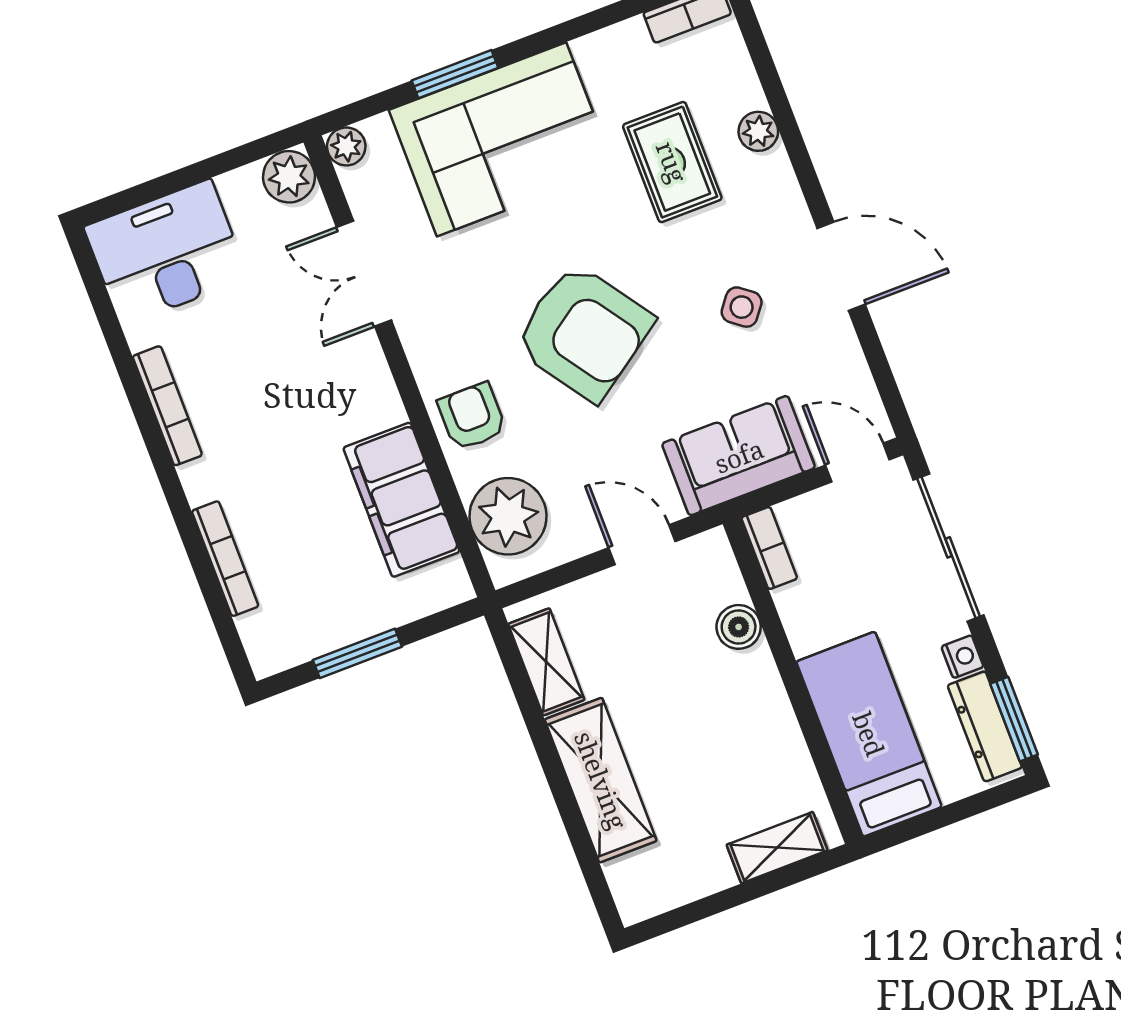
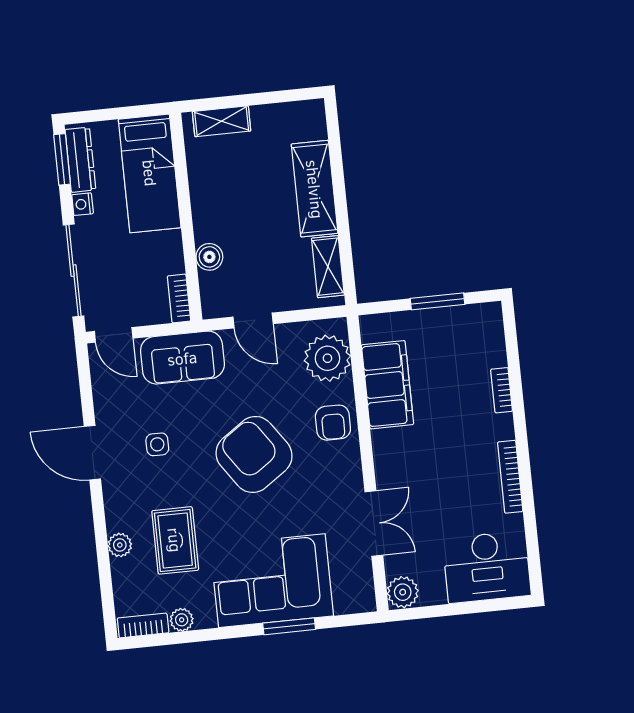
plant: (346, 146) -> (182, 620), moved
side table: (742, 307) -> (157, 444), turned -38
bookcase: (225, 559) -> (502, 390), width x0.64

